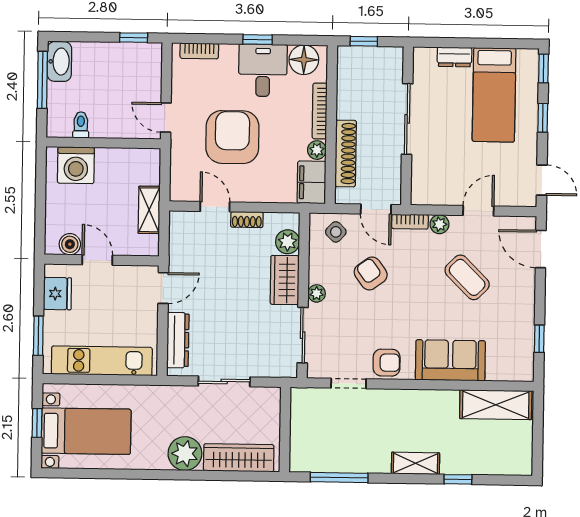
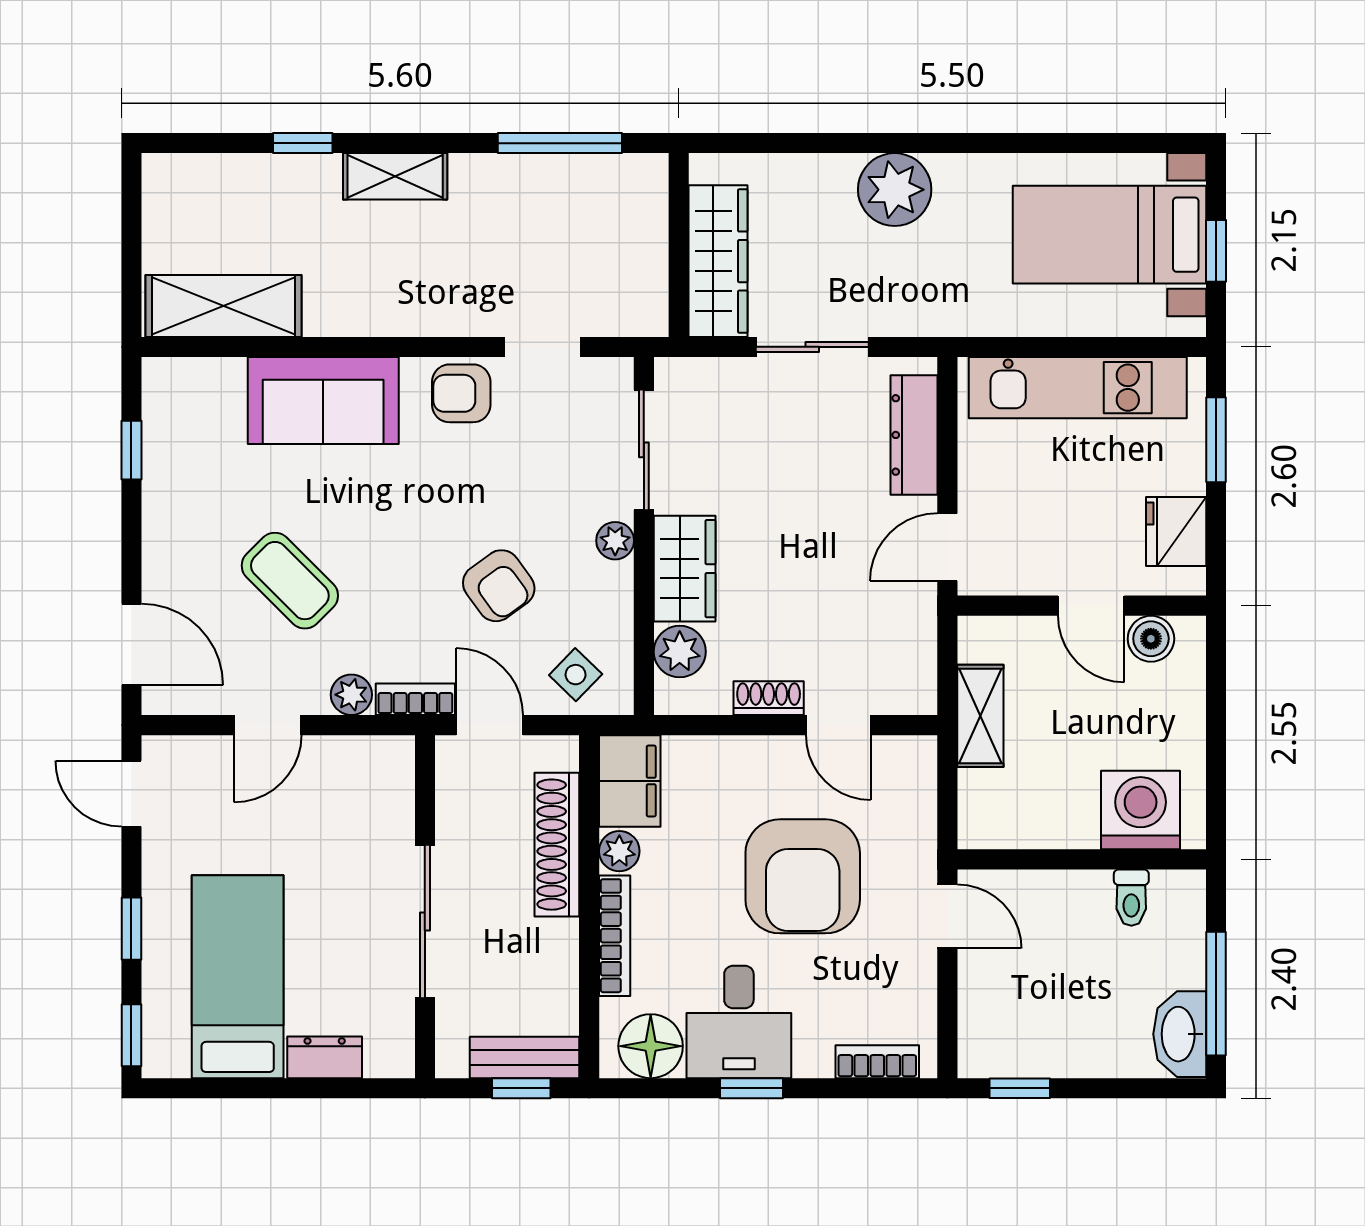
bench: (362, 55) -> (525, 1057), added
wardrobe: (239, 458) -> (718, 261), moved, turned -90

